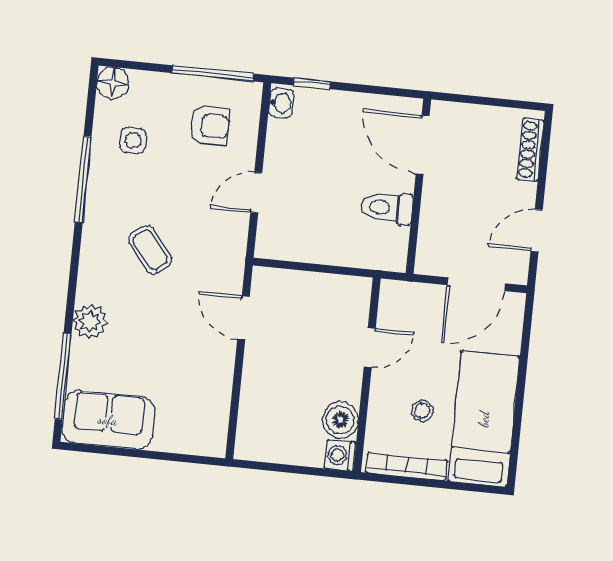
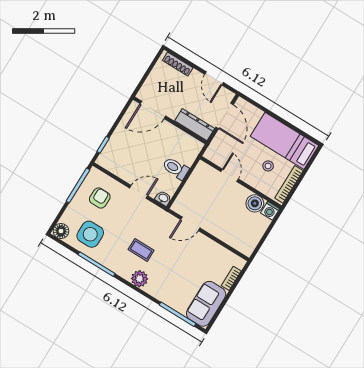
washbasin: (281, 103) -> (163, 198), moved
side table: (133, 141) -> (90, 234), width x1.87, depth x1.87
door: (256, 193) -> (139, 192), swing flipped
toilet: (387, 208) -> (176, 168), moved, turned 90
dresser: (433, 236) -> (195, 125), added
coffee table: (150, 250) -> (141, 250), turned 39
plant: (90, 322) -> (139, 279), moved
bookcase: (179, 444) -> (231, 278), added

